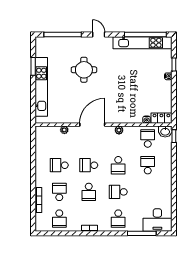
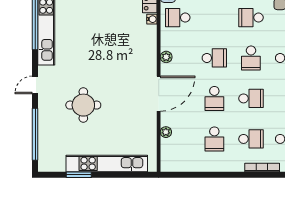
door: (92, 125) -> (159, 94), swing flipped
school desk: (148, 165) -> (251, 18), moved
school desk: (59, 192) -> (251, 139), turned 180

